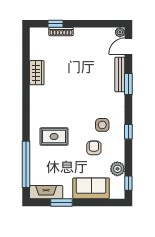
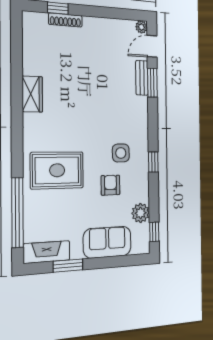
wardrobe: (37, 73) -> (32, 94), moved
bench: (120, 74) -> (142, 78), width x0.73
window: (128, 84) -> (152, 83), moved
rug: (54, 137) -> (57, 170), width x1.36, depth x1.43

